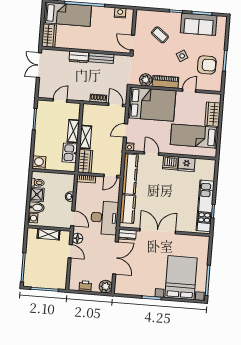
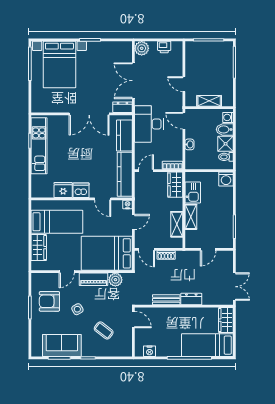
shelving: (86, 137) -> (177, 224), moved
floor lamp: (77, 238) -> (177, 99), removed

